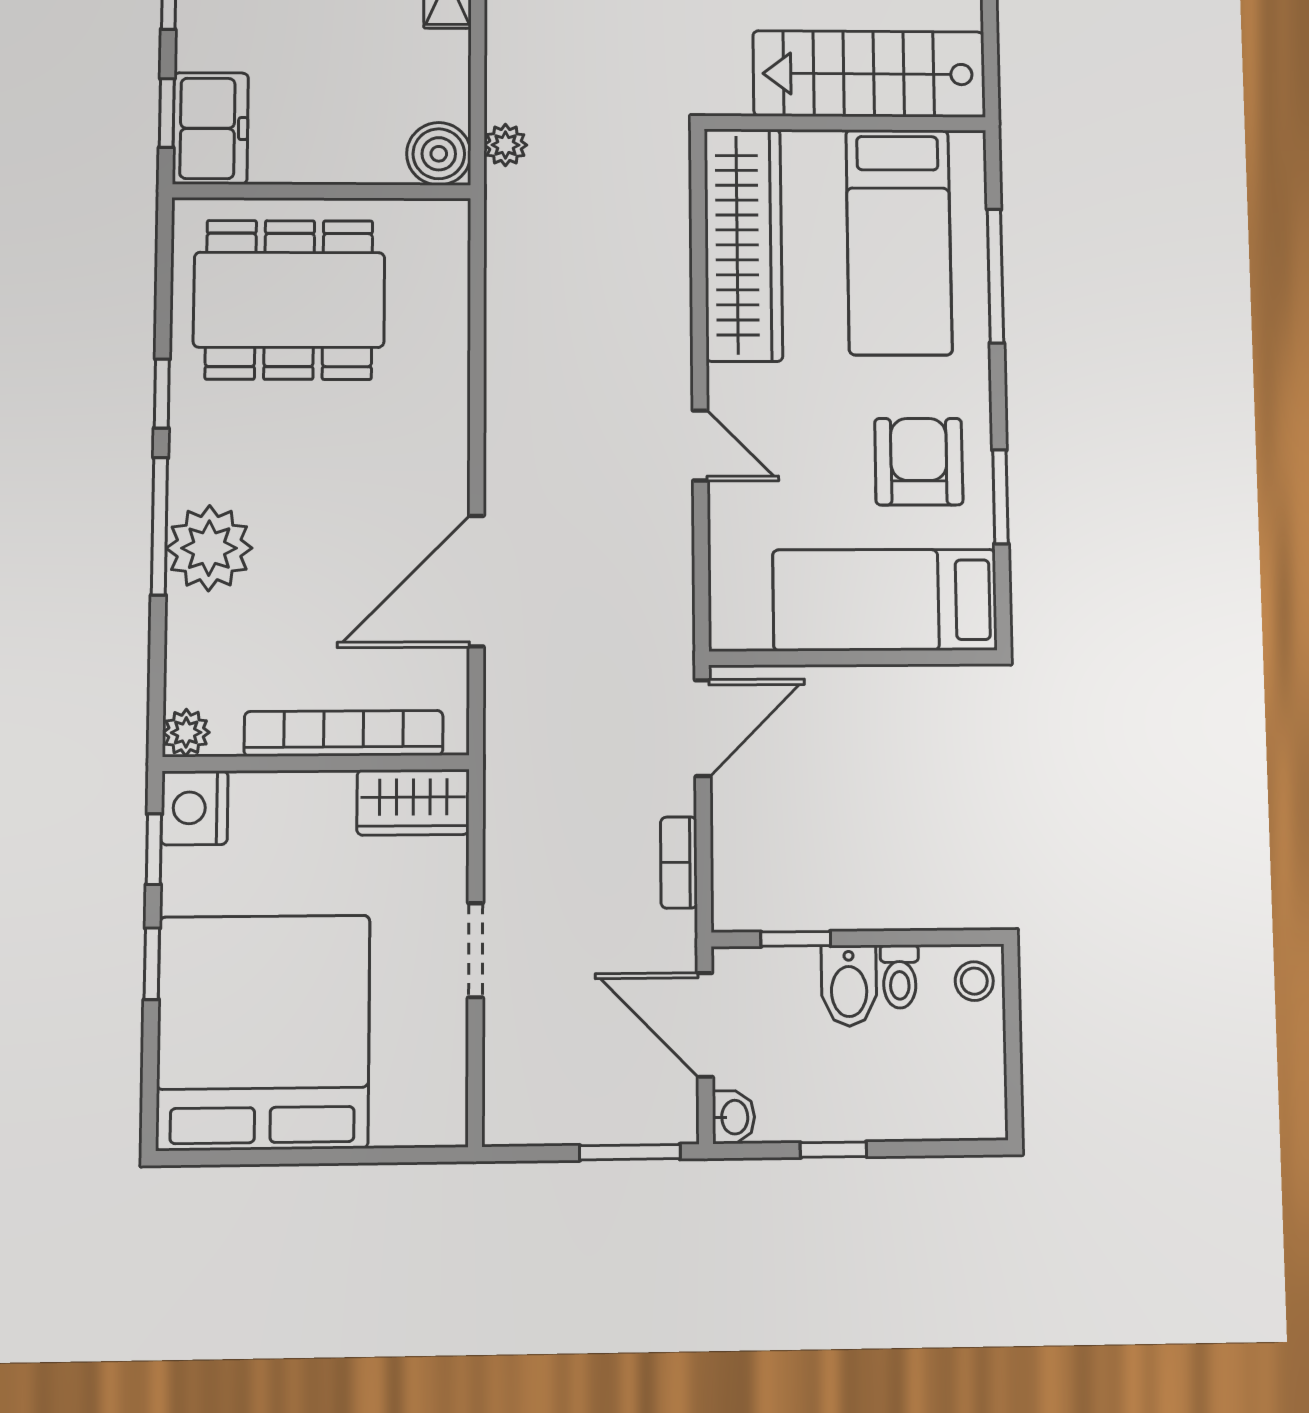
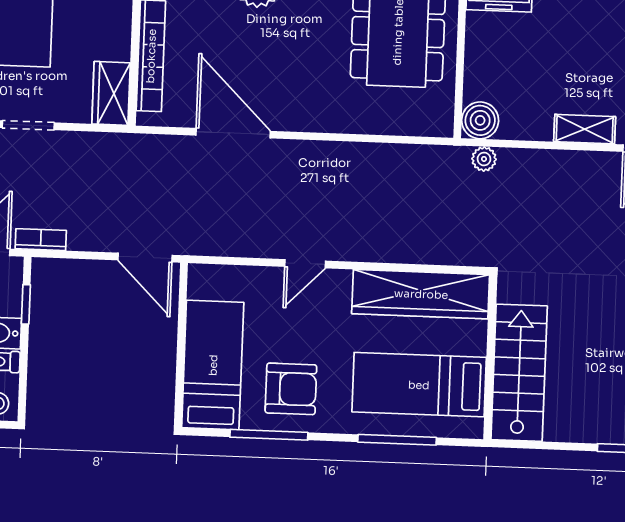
window: (1000, 497) -> (269, 435), width x1.44
bookcase: (679, 863) -> (41, 240), moved

